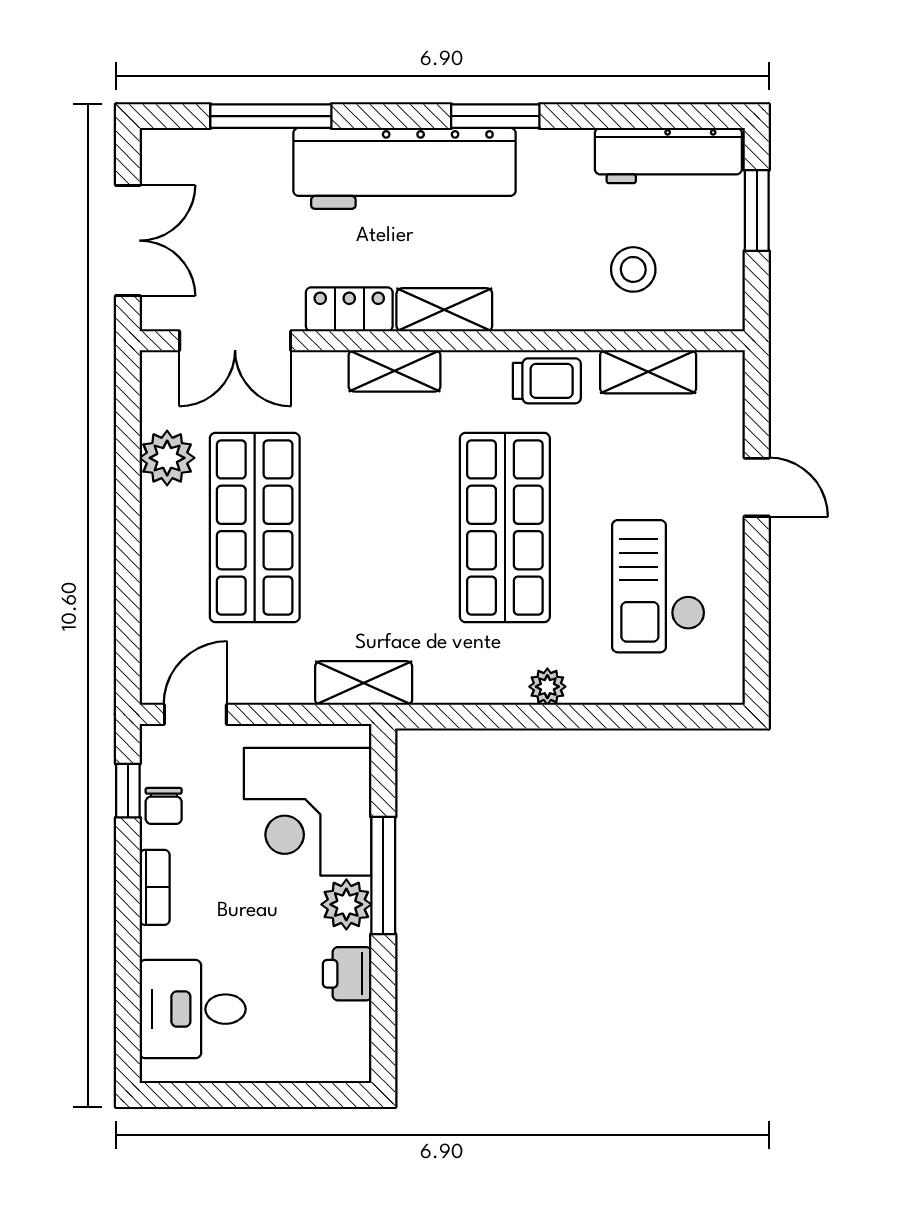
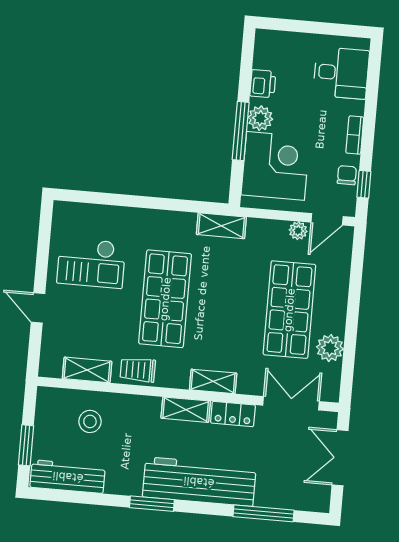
checkout: (658, 586) -> (91, 263), turned 90
shelving: (364, 683) -> (221, 226), moved
plant: (547, 687) -> (298, 231), moved

